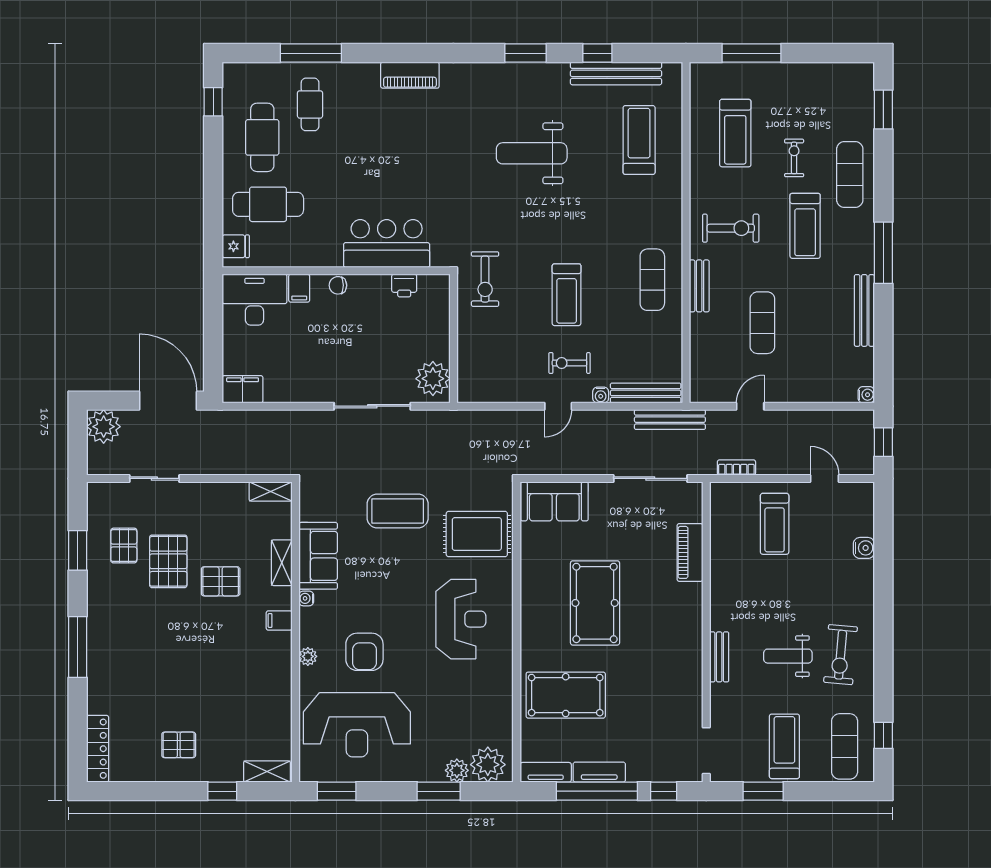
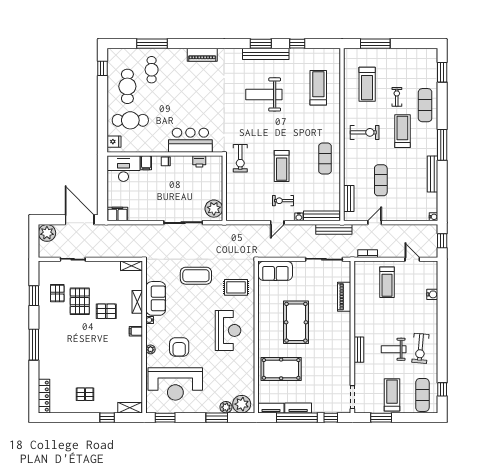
bench: (616, 73) -> (266, 54), moved
treadmill: (805, 226) -> (402, 131), turned 180
bench: (699, 286) -> (349, 199), moved
rug: (477, 534) -> (236, 287), width x0.73, depth x0.70

